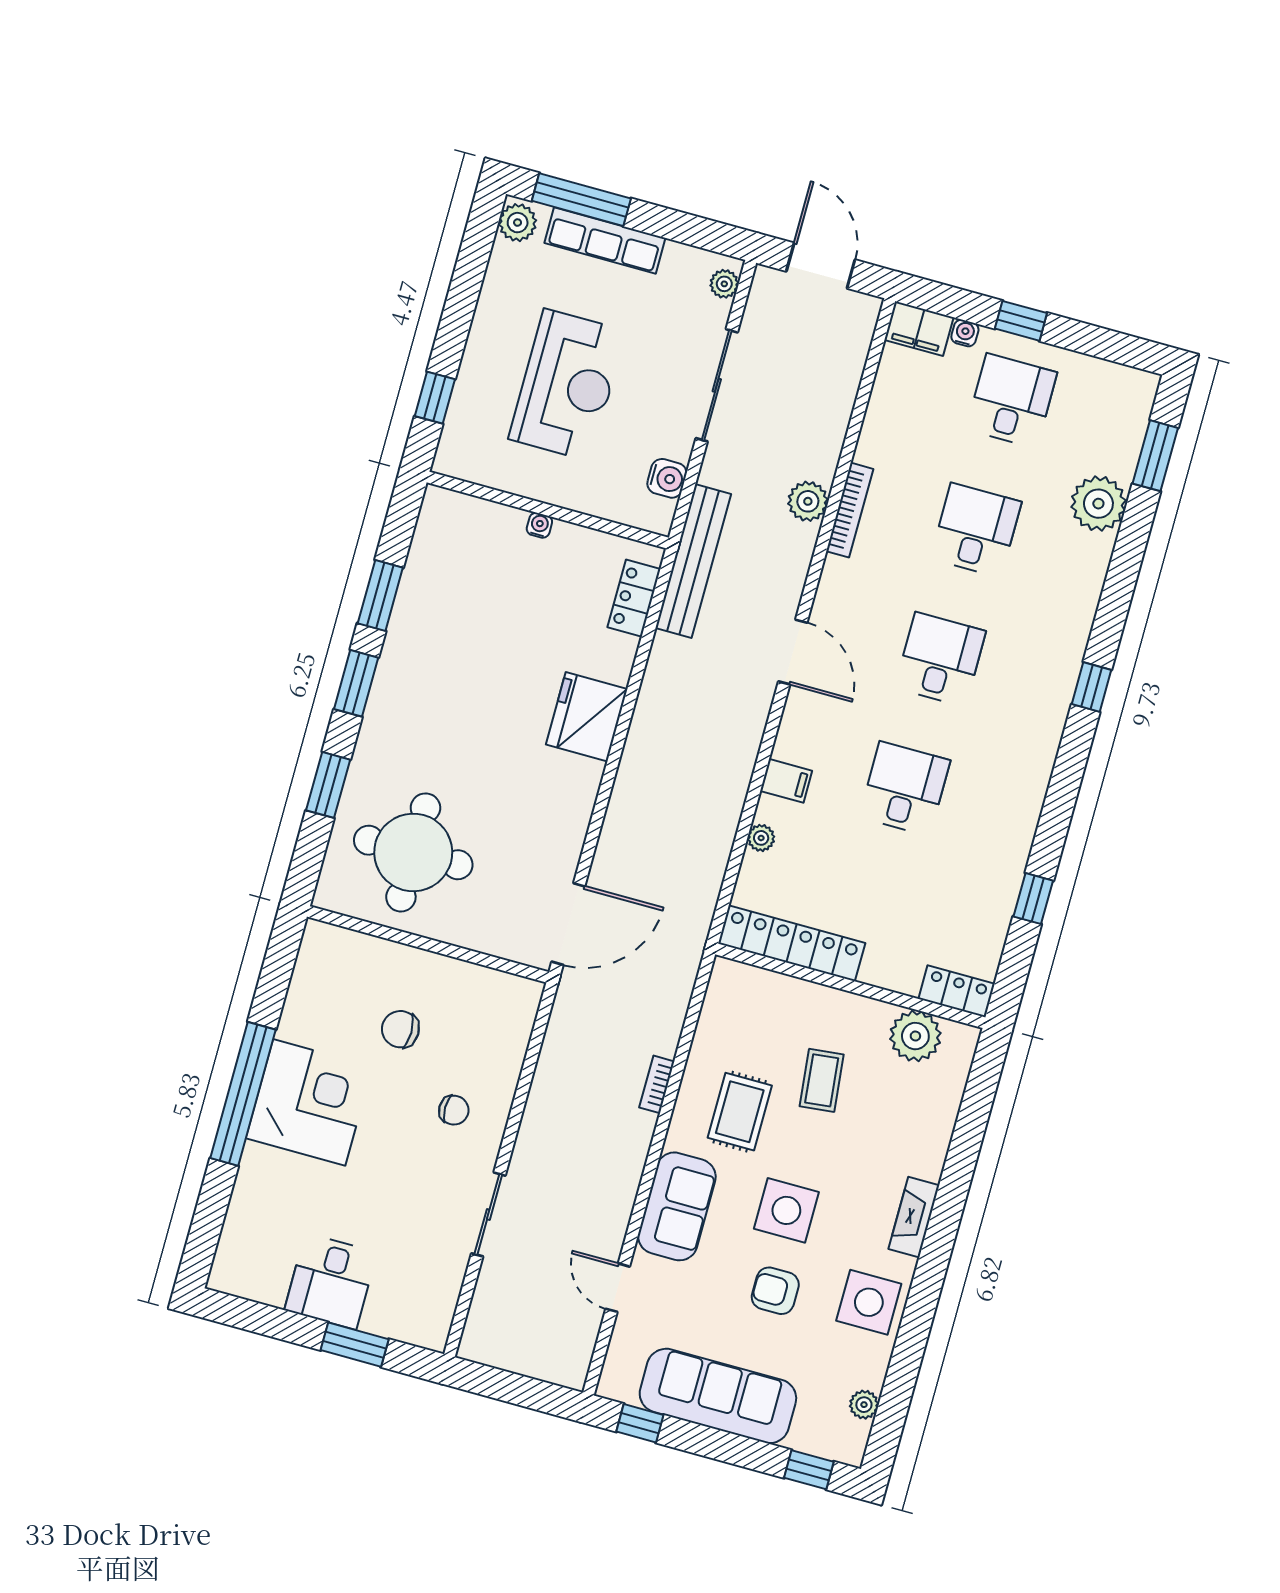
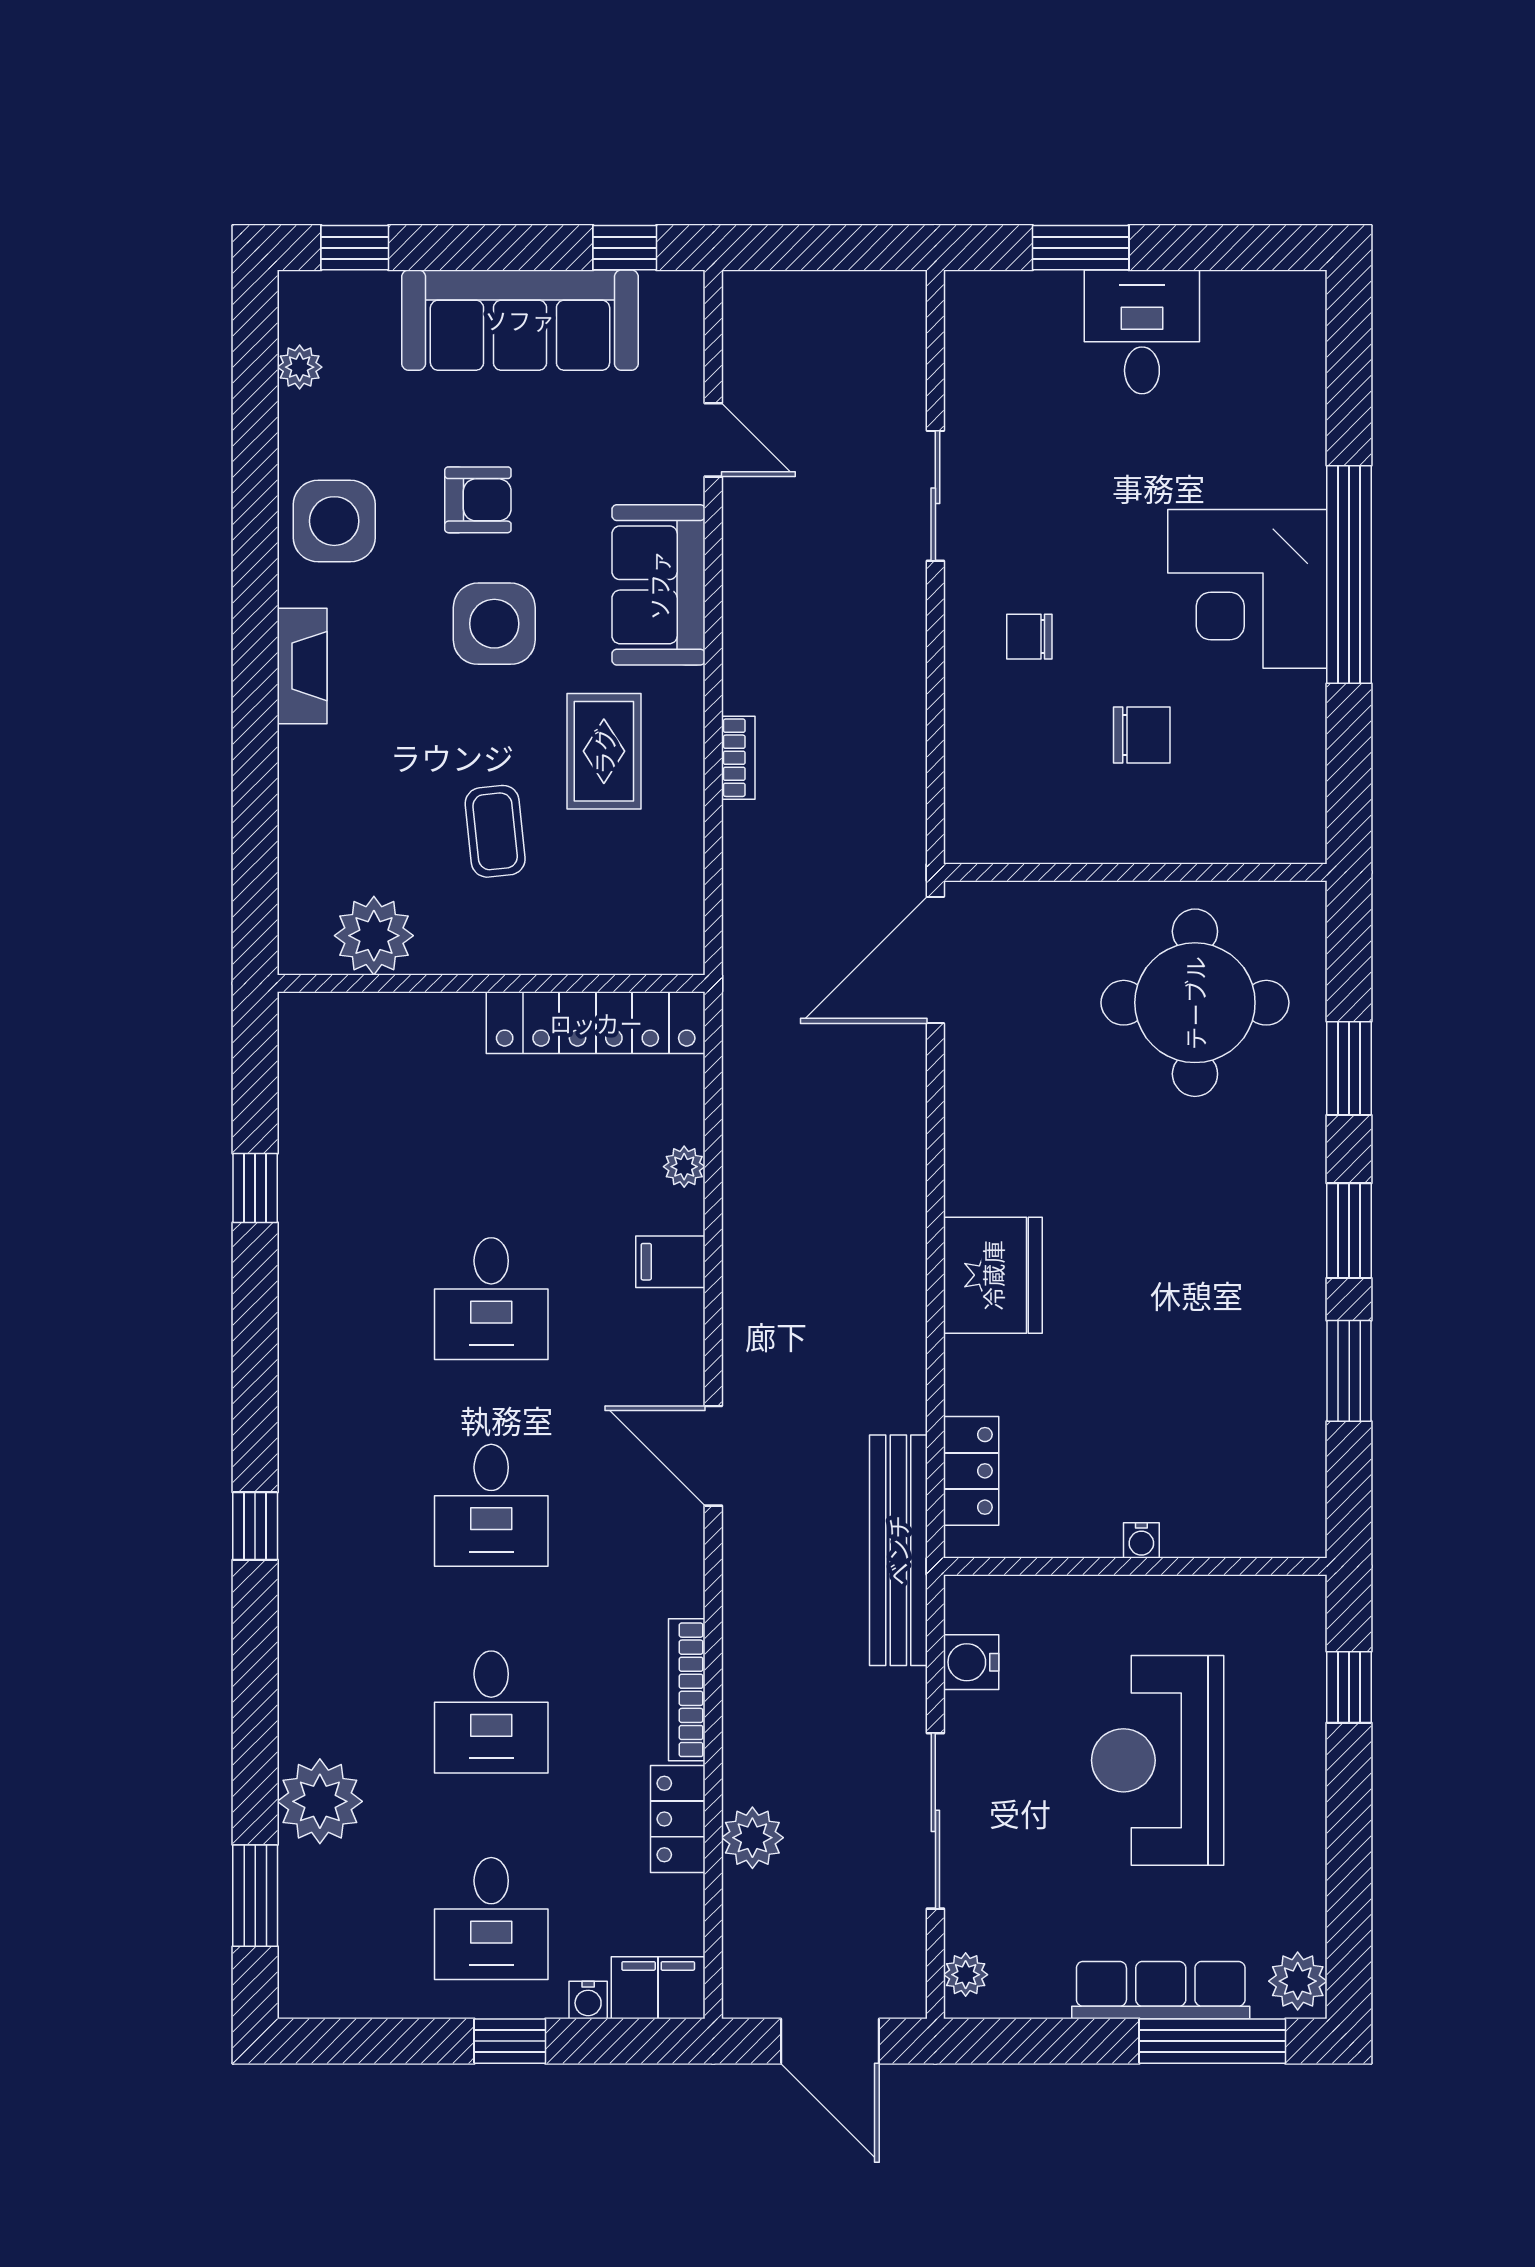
plant: (808, 501) -> (752, 1838), moved
locker: (957, 991) -> (678, 1819), moved, turned 90

